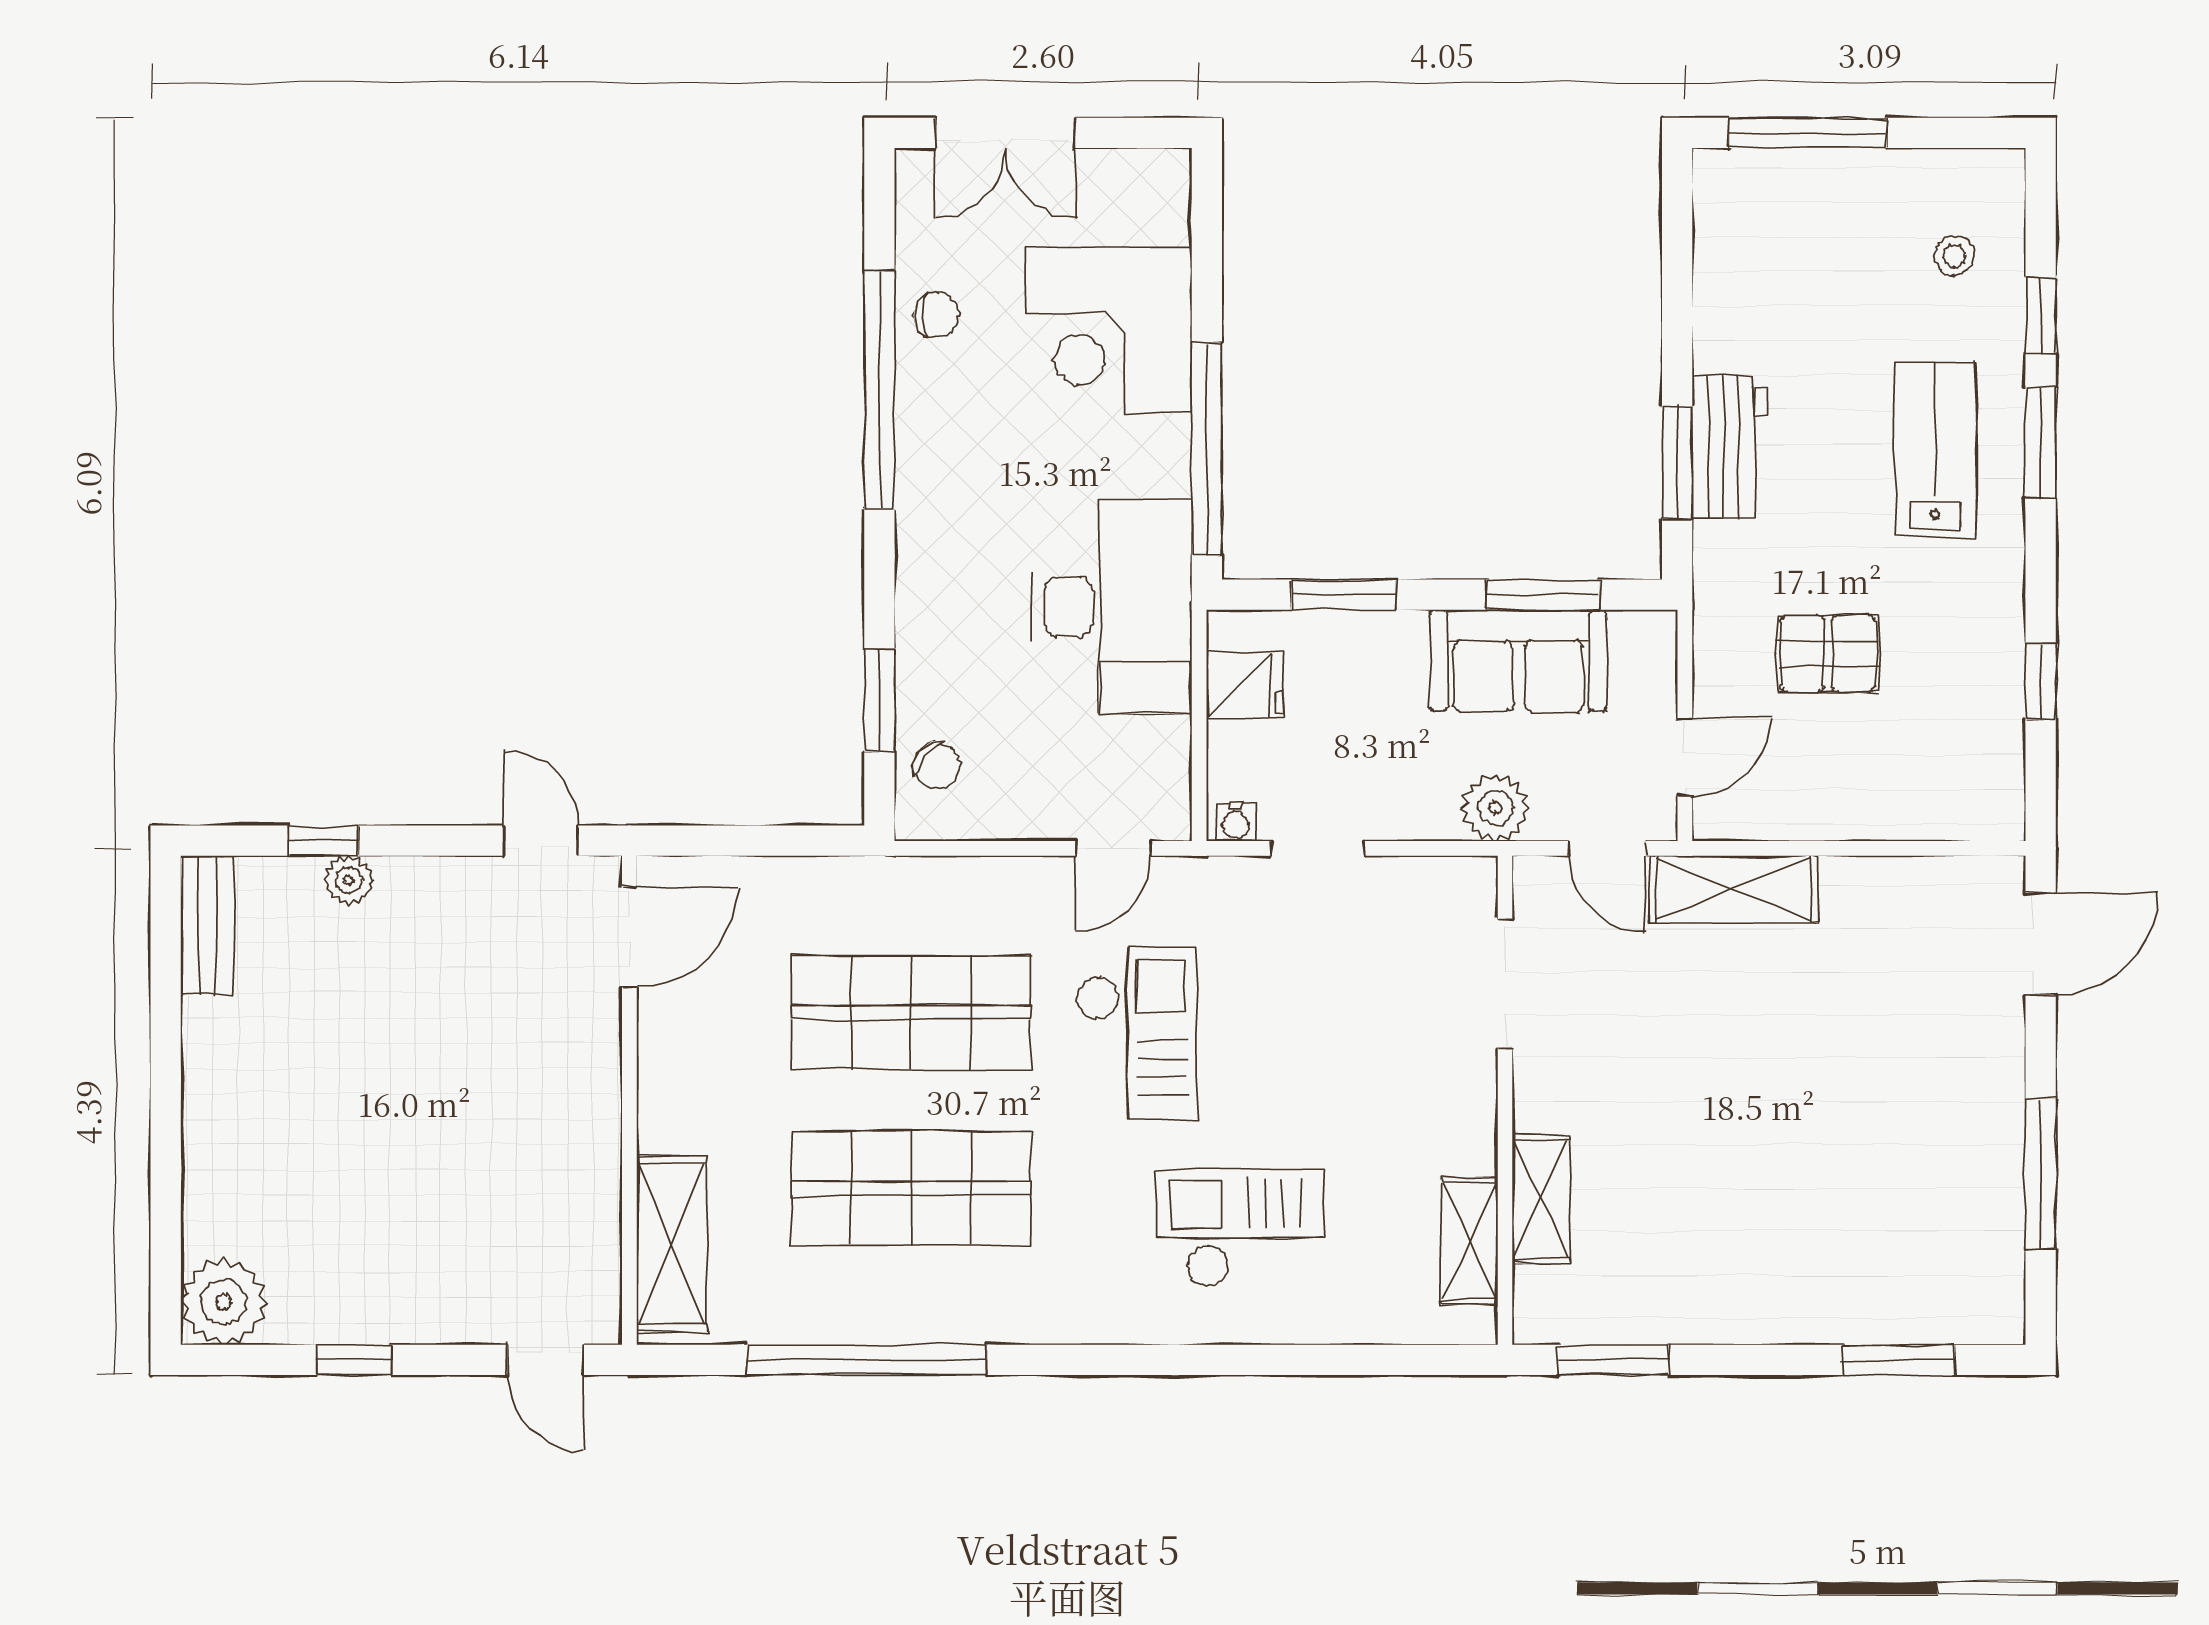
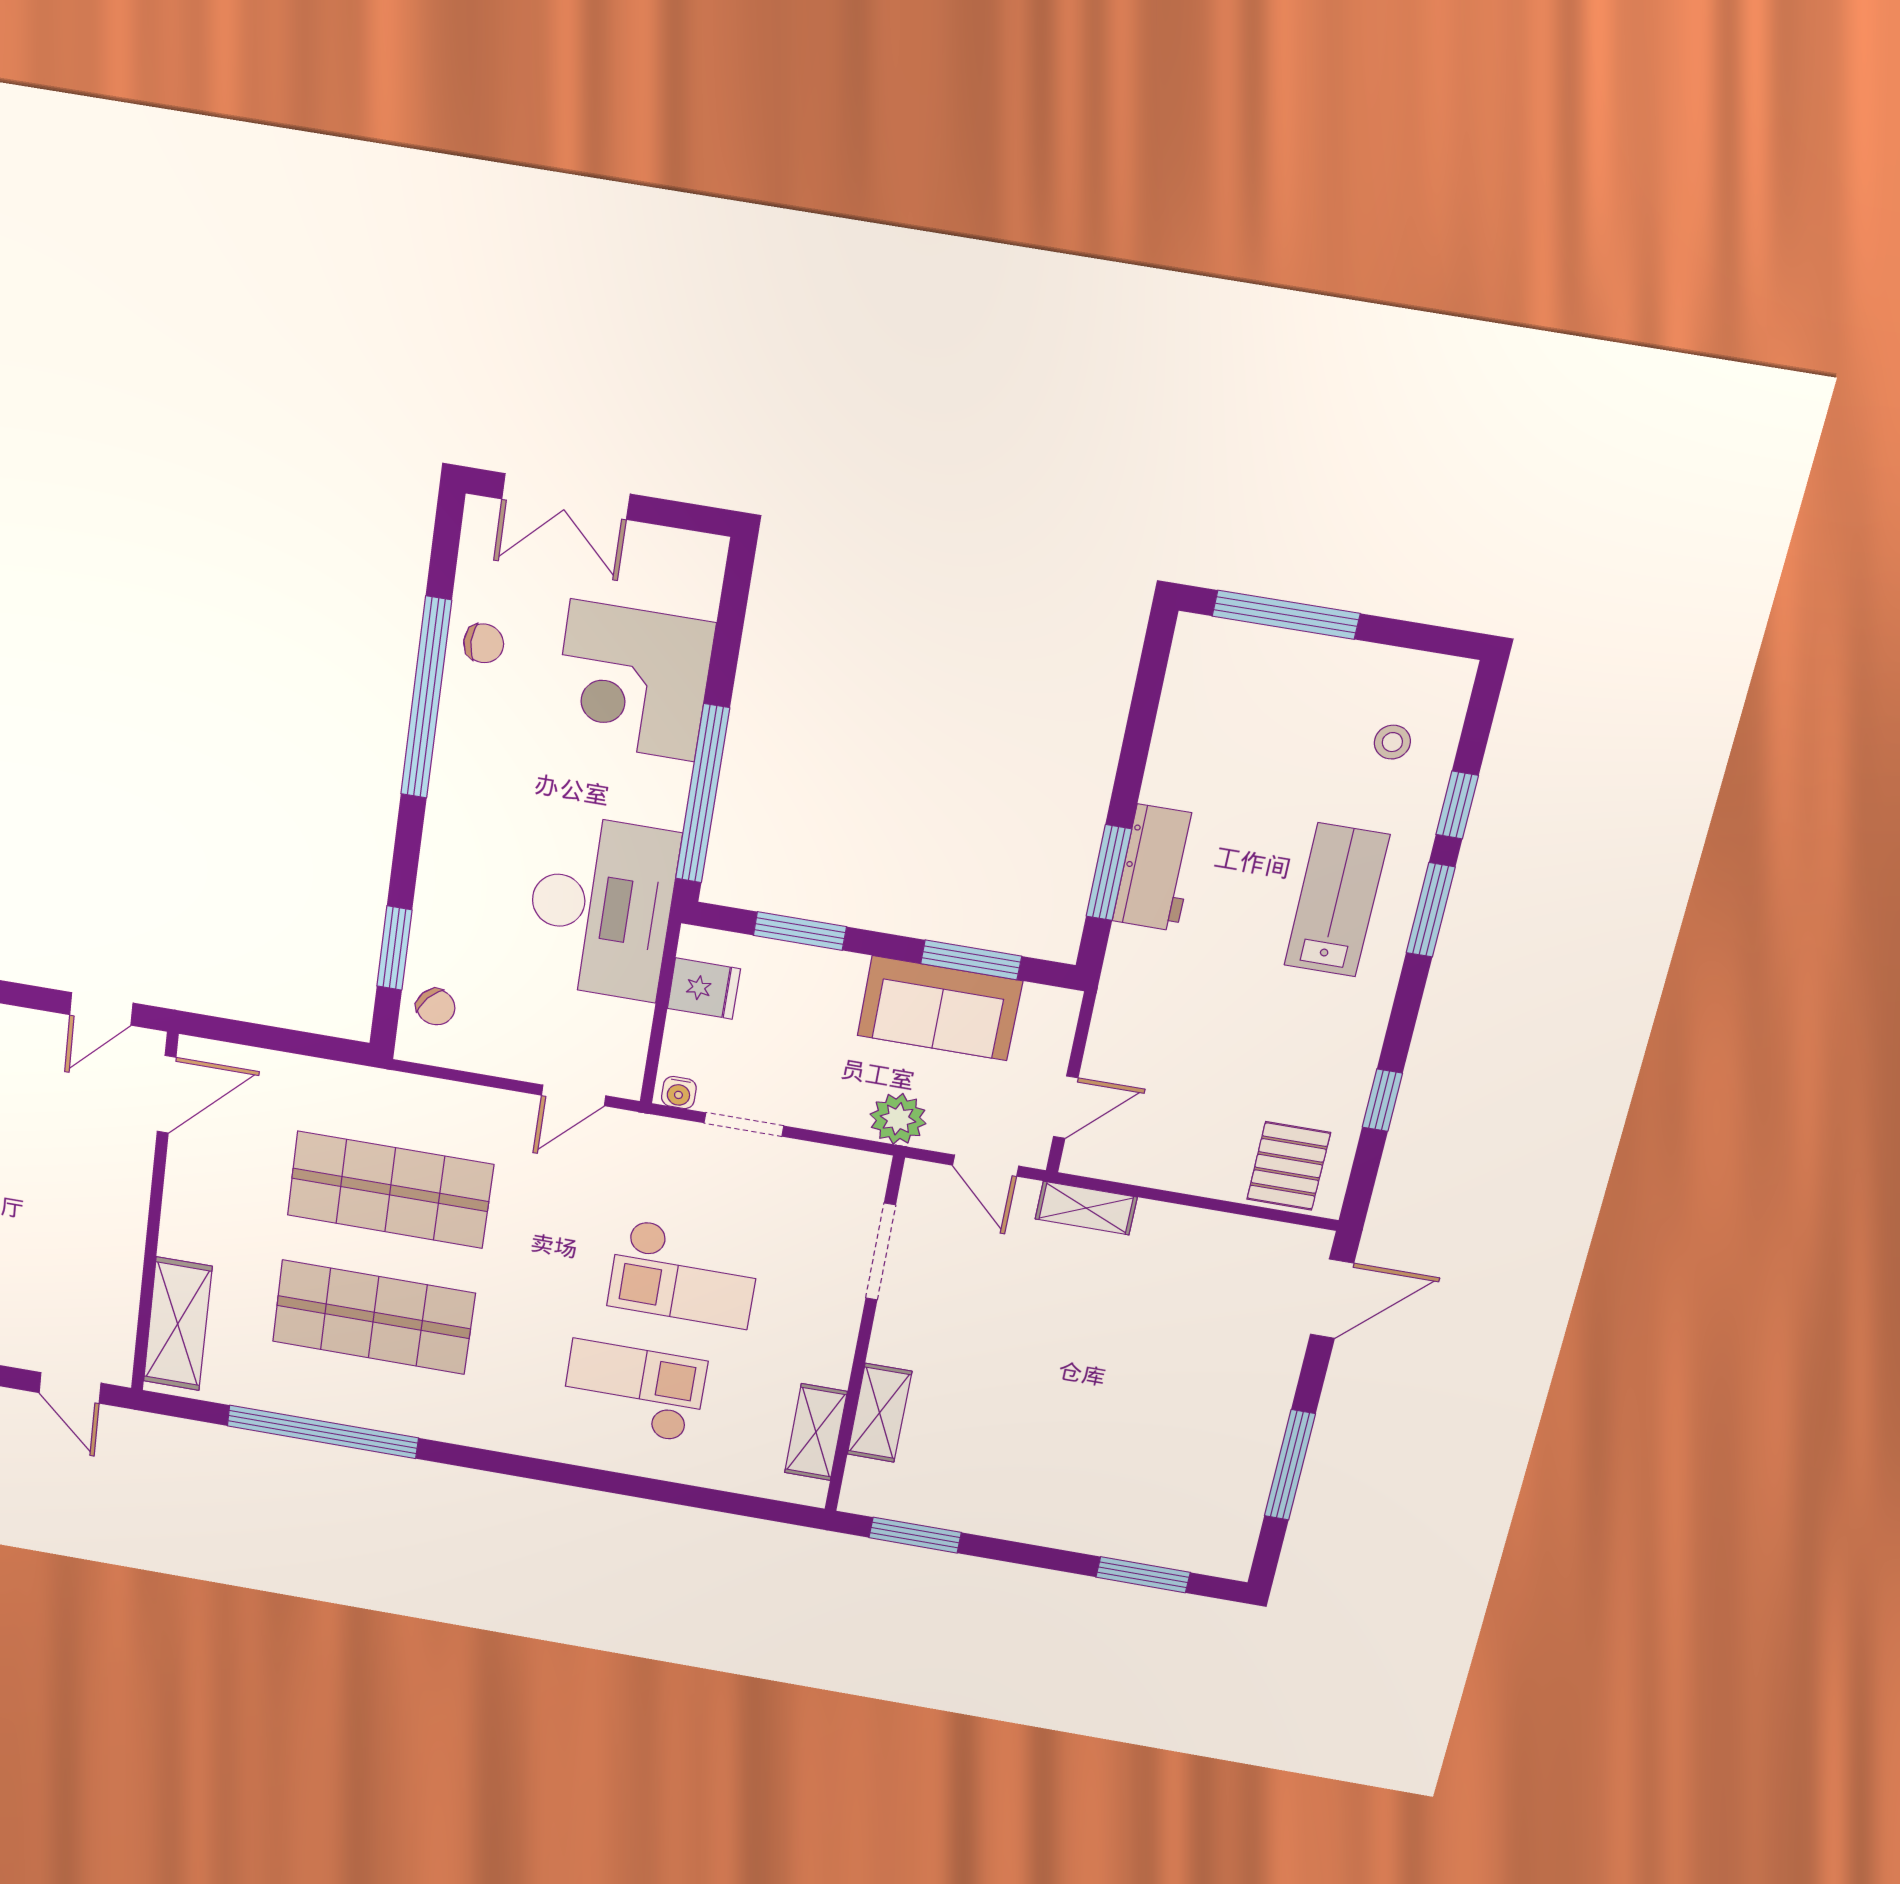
pallet: (1828, 654) -> (1289, 1166), moved, turned 90
door: (541, 841) -> (101, 1009), swing flipped
shelving: (1733, 889) -> (1086, 1208), width x0.67, depth x0.75
checkout: (1137, 1033) -> (684, 1274), moved, turned 90

